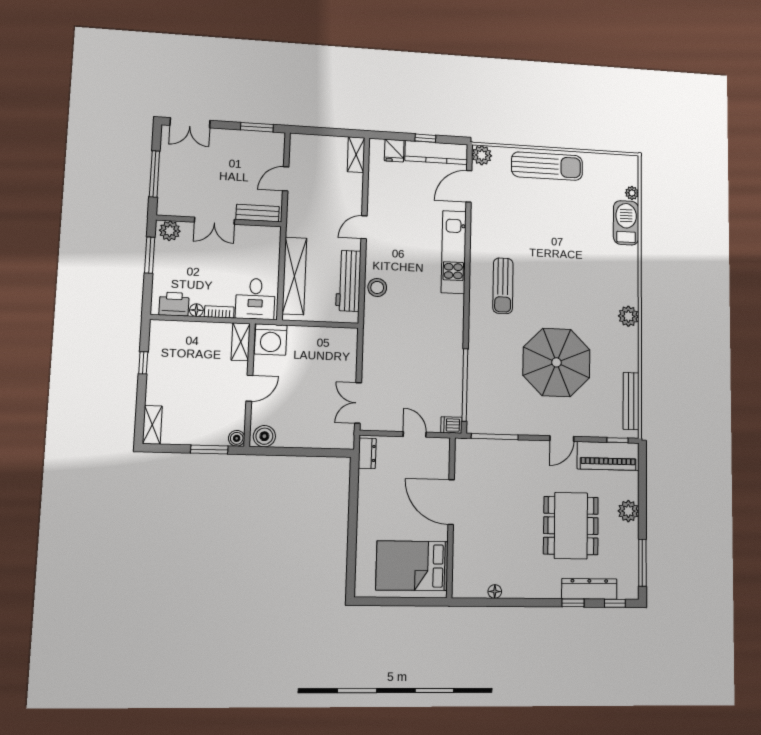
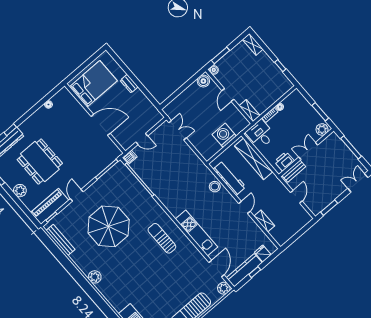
shelving: (356, 155) -> (264, 221), moved
printer: (174, 304) -> (284, 161), moved, turned 180
washing machine: (271, 339) -> (224, 135), moved
dresser: (367, 453) -> (129, 84), moved

